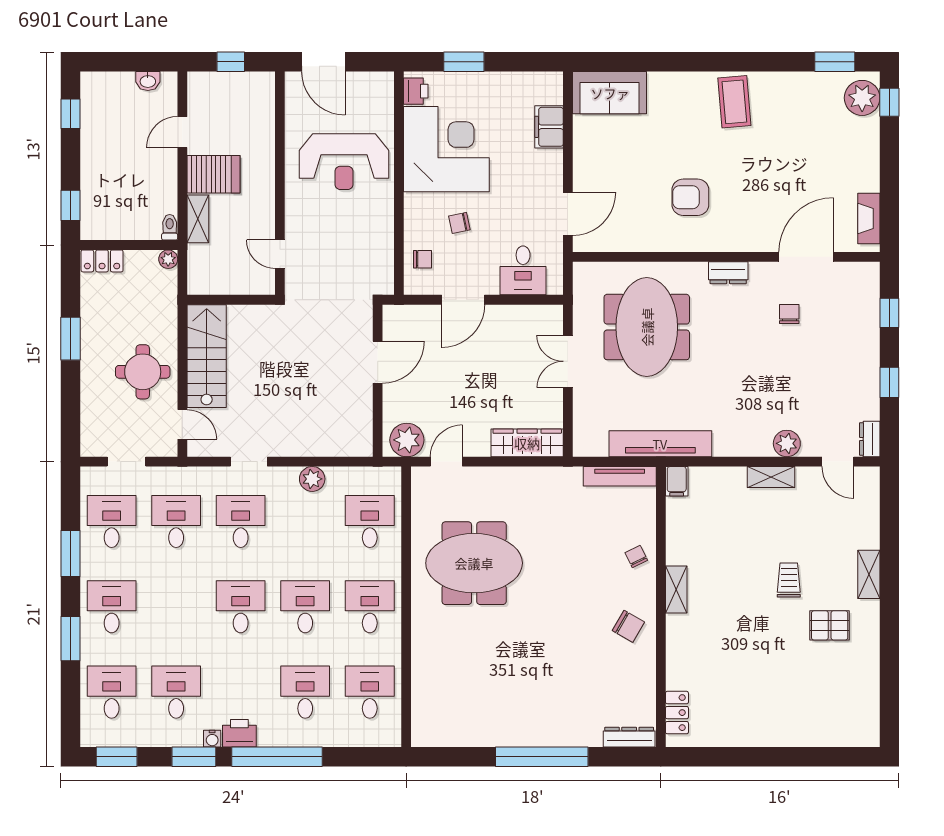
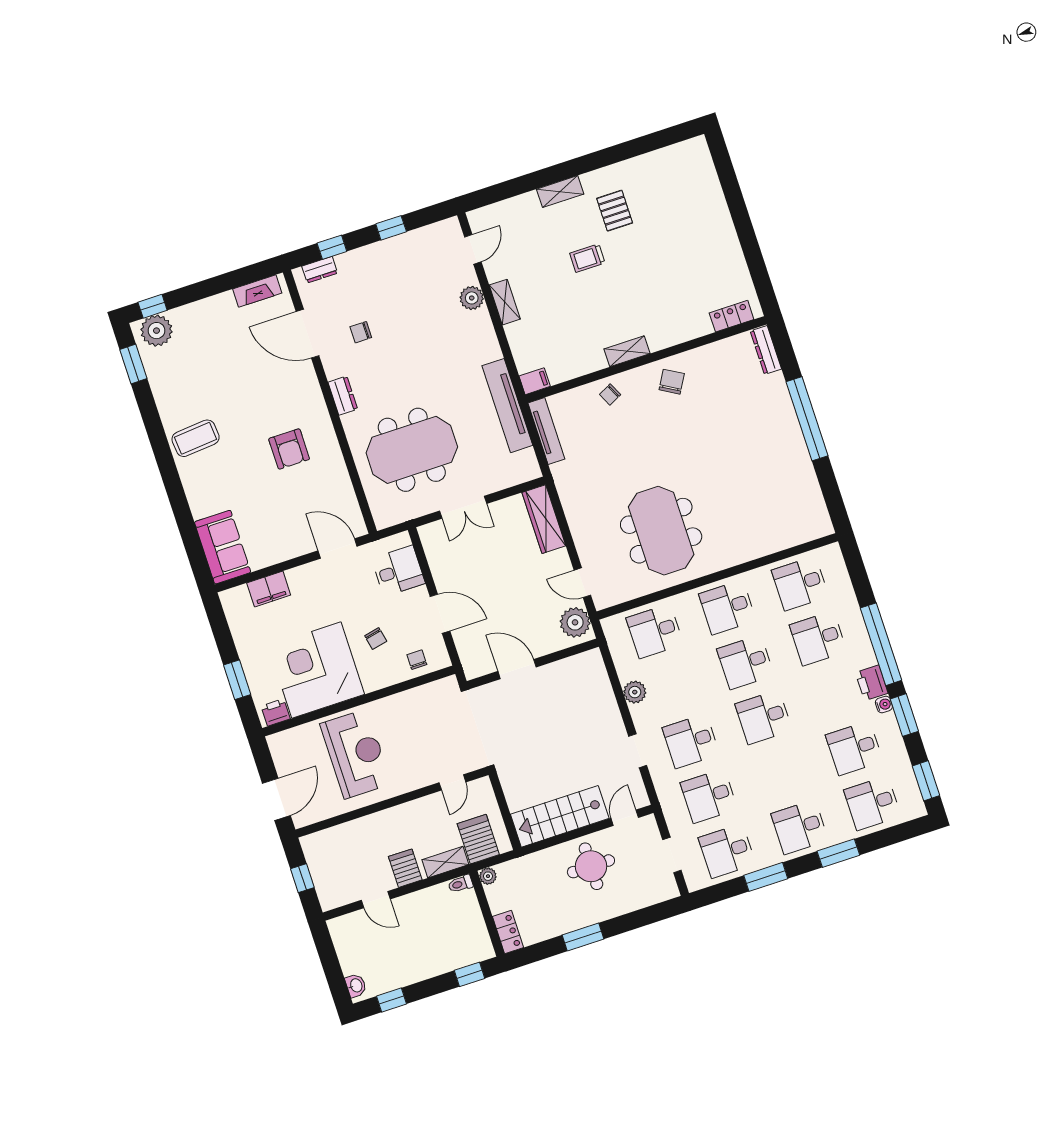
washbasin: (148, 81) -> (356, 986), moved
server rack: (213, 174) -> (405, 868), width x0.73, depth x0.70
server rack: (211, 262) -> (478, 839), added
dresser: (870, 439) -> (320, 270), moved

